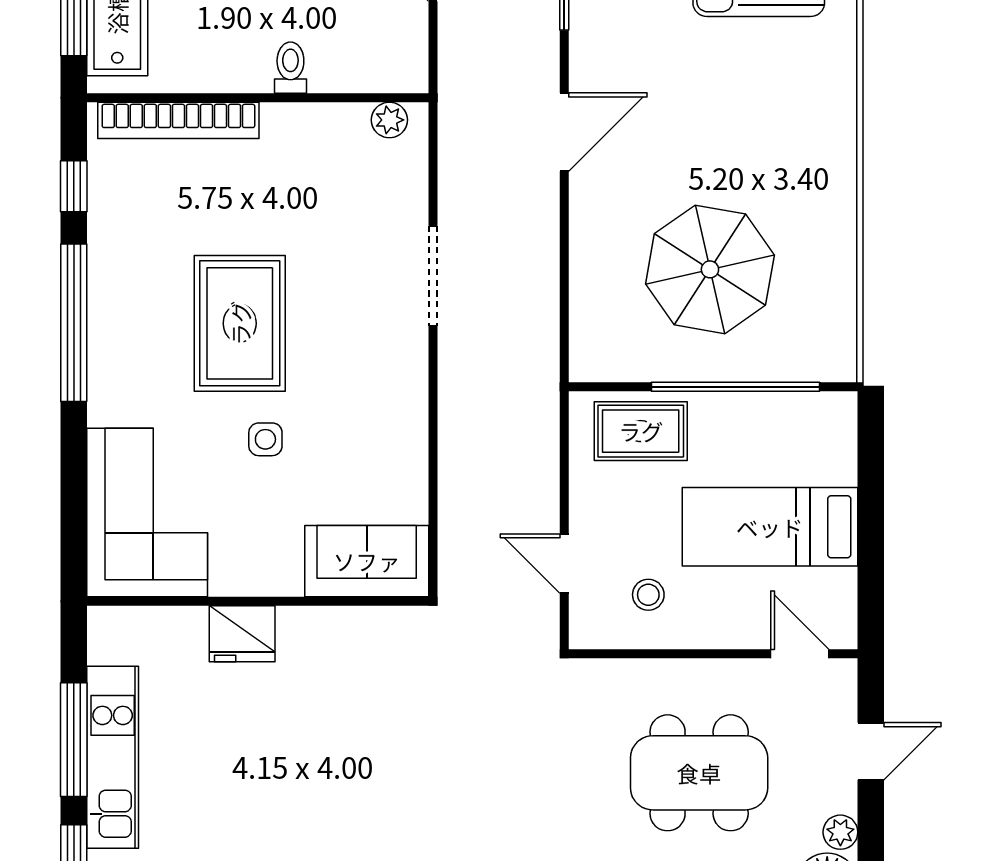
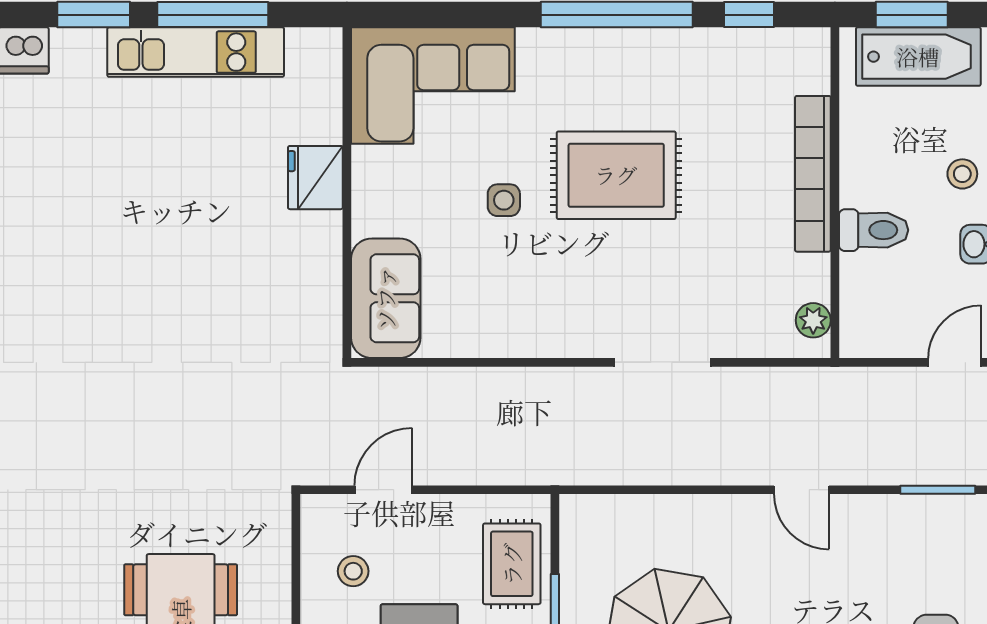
toilet: (290, 68) -> (874, 230), width x1.37, depth x1.39
bookcase: (178, 120) -> (813, 174), moved
door: (564, 132) -> (802, 490), width x0.73

